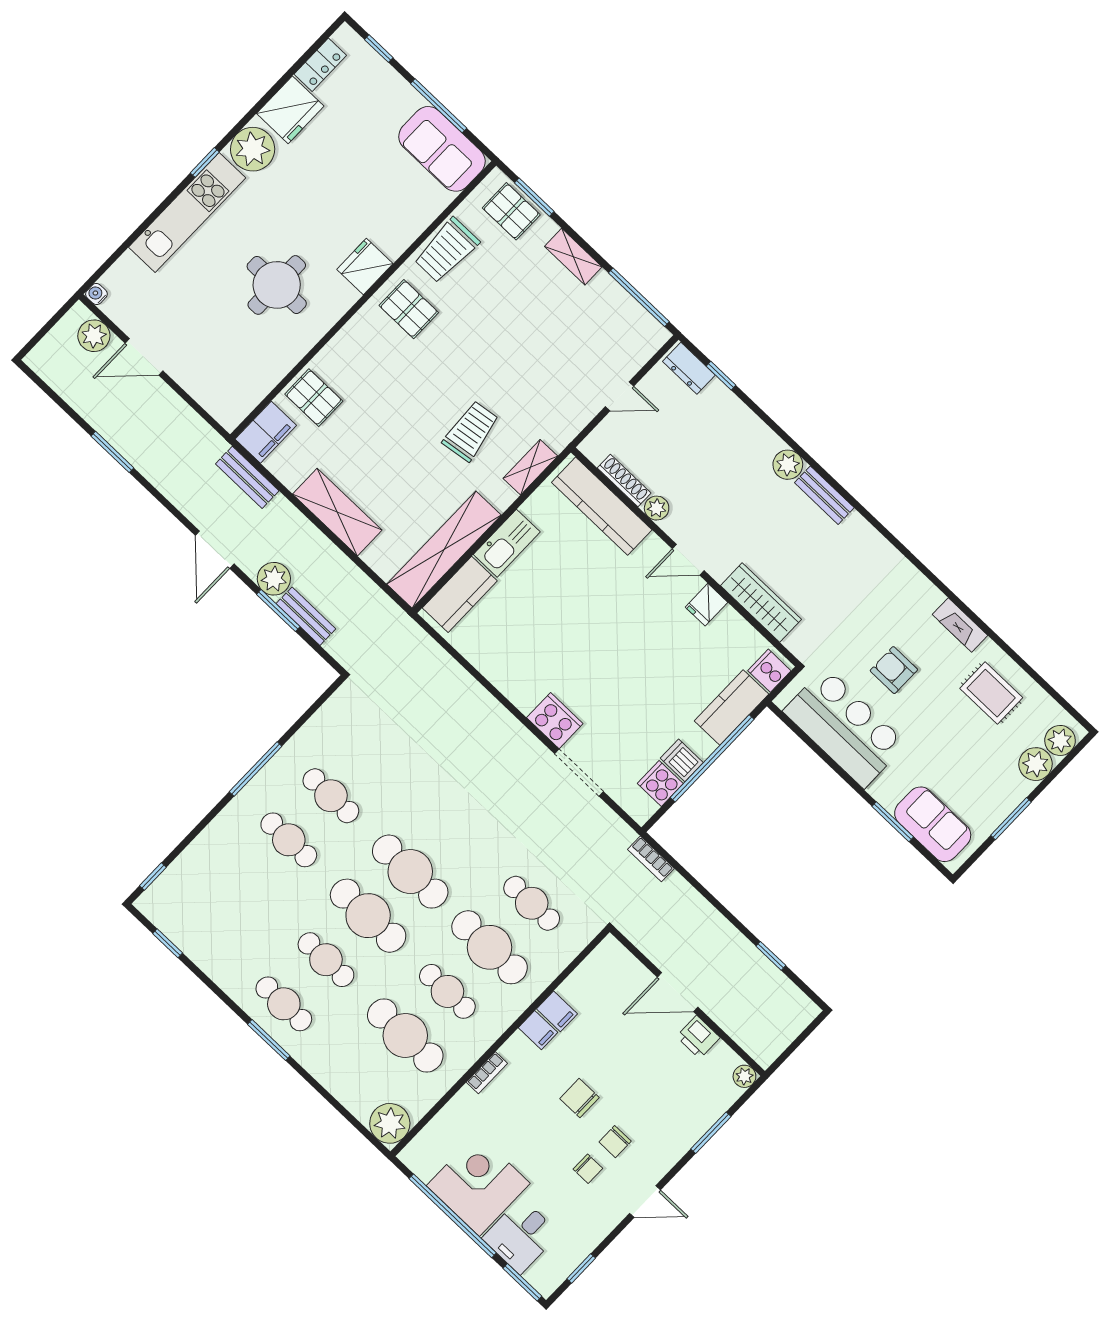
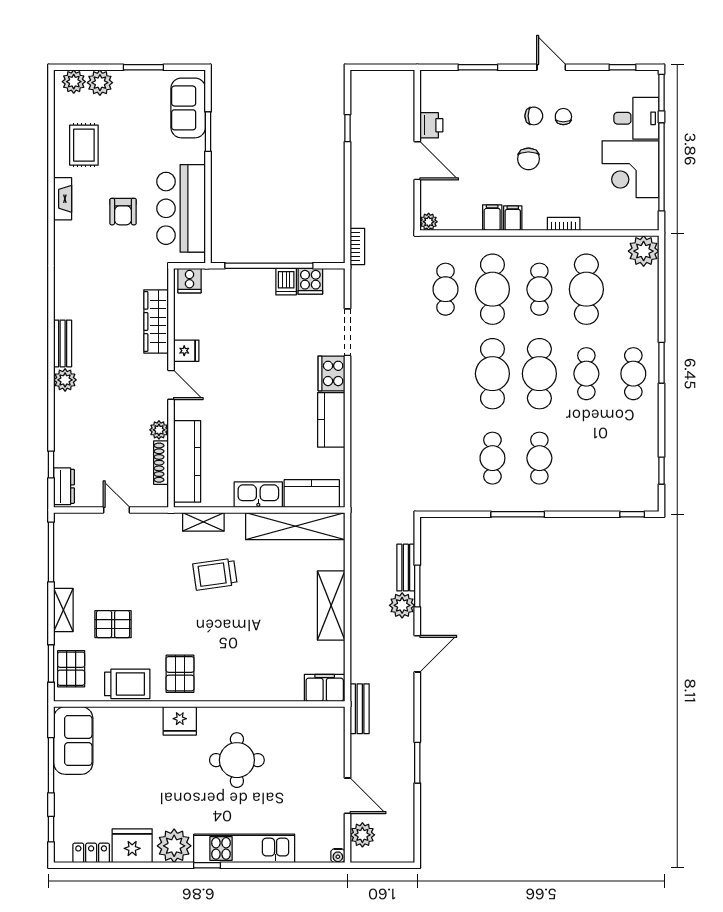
pallet: (314, 398) -> (113, 624), moved, turned 90
bench: (247, 477) -> (360, 709), moved
kitchen counter: (732, 708) -> (331, 420), moved, turned 90
plant: (744, 1076) -> (429, 222), moved

